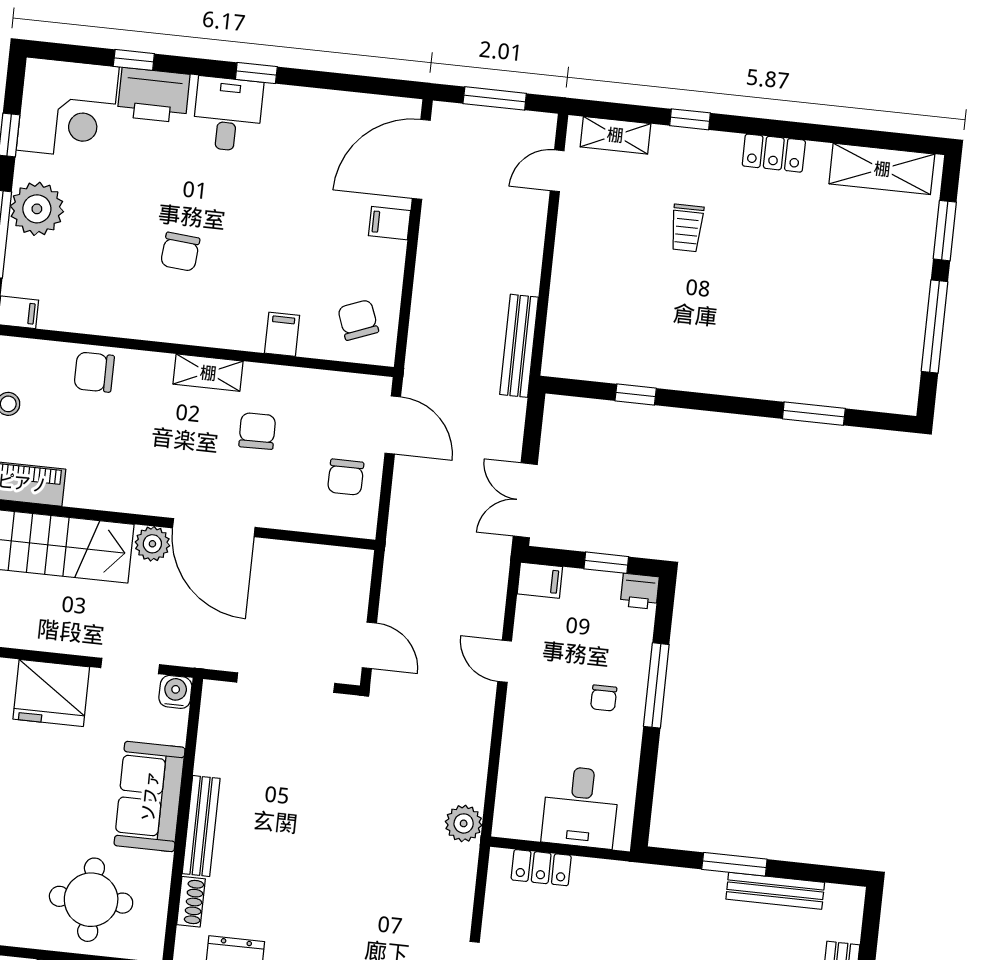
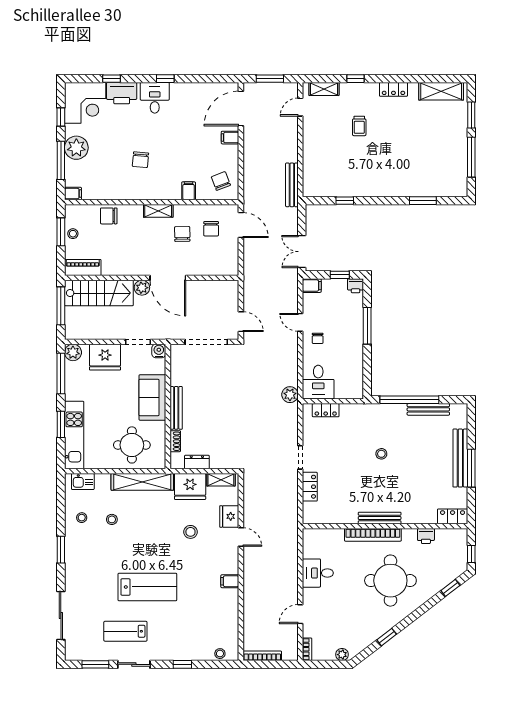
chair: (346, 477) -> (211, 229), moved
chair: (604, 698) -> (318, 338), moved
desk: (581, 807) -> (318, 382), moved
window: (734, 864) -> (409, 400), width x2.11

